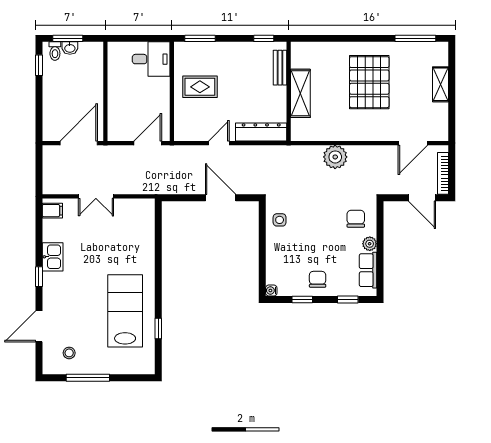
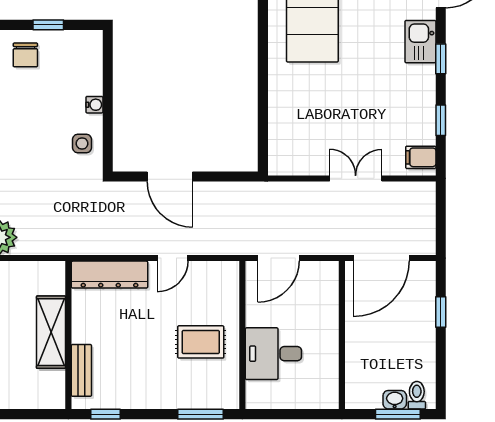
desk: (151, 59) -> (273, 354), moved
window: (39, 65) -> (441, 312), moved
window: (39, 235) -> (441, 120), added
kitchen sink: (53, 257) -> (420, 42), moved
water cooler: (271, 290) -> (94, 105), moved

